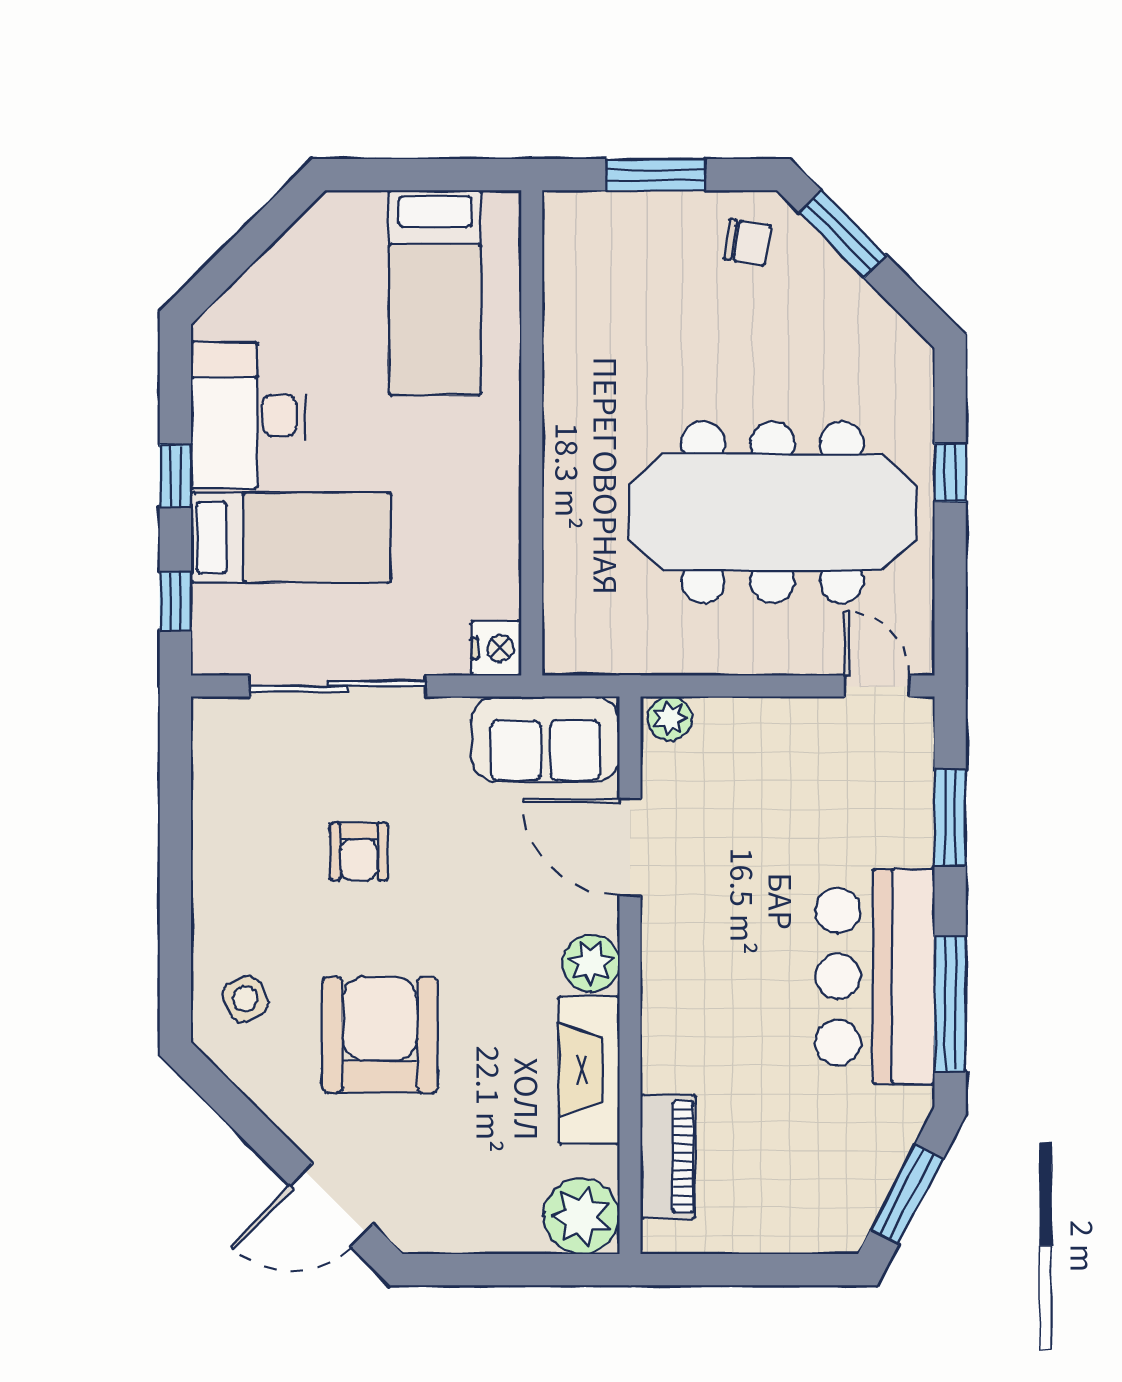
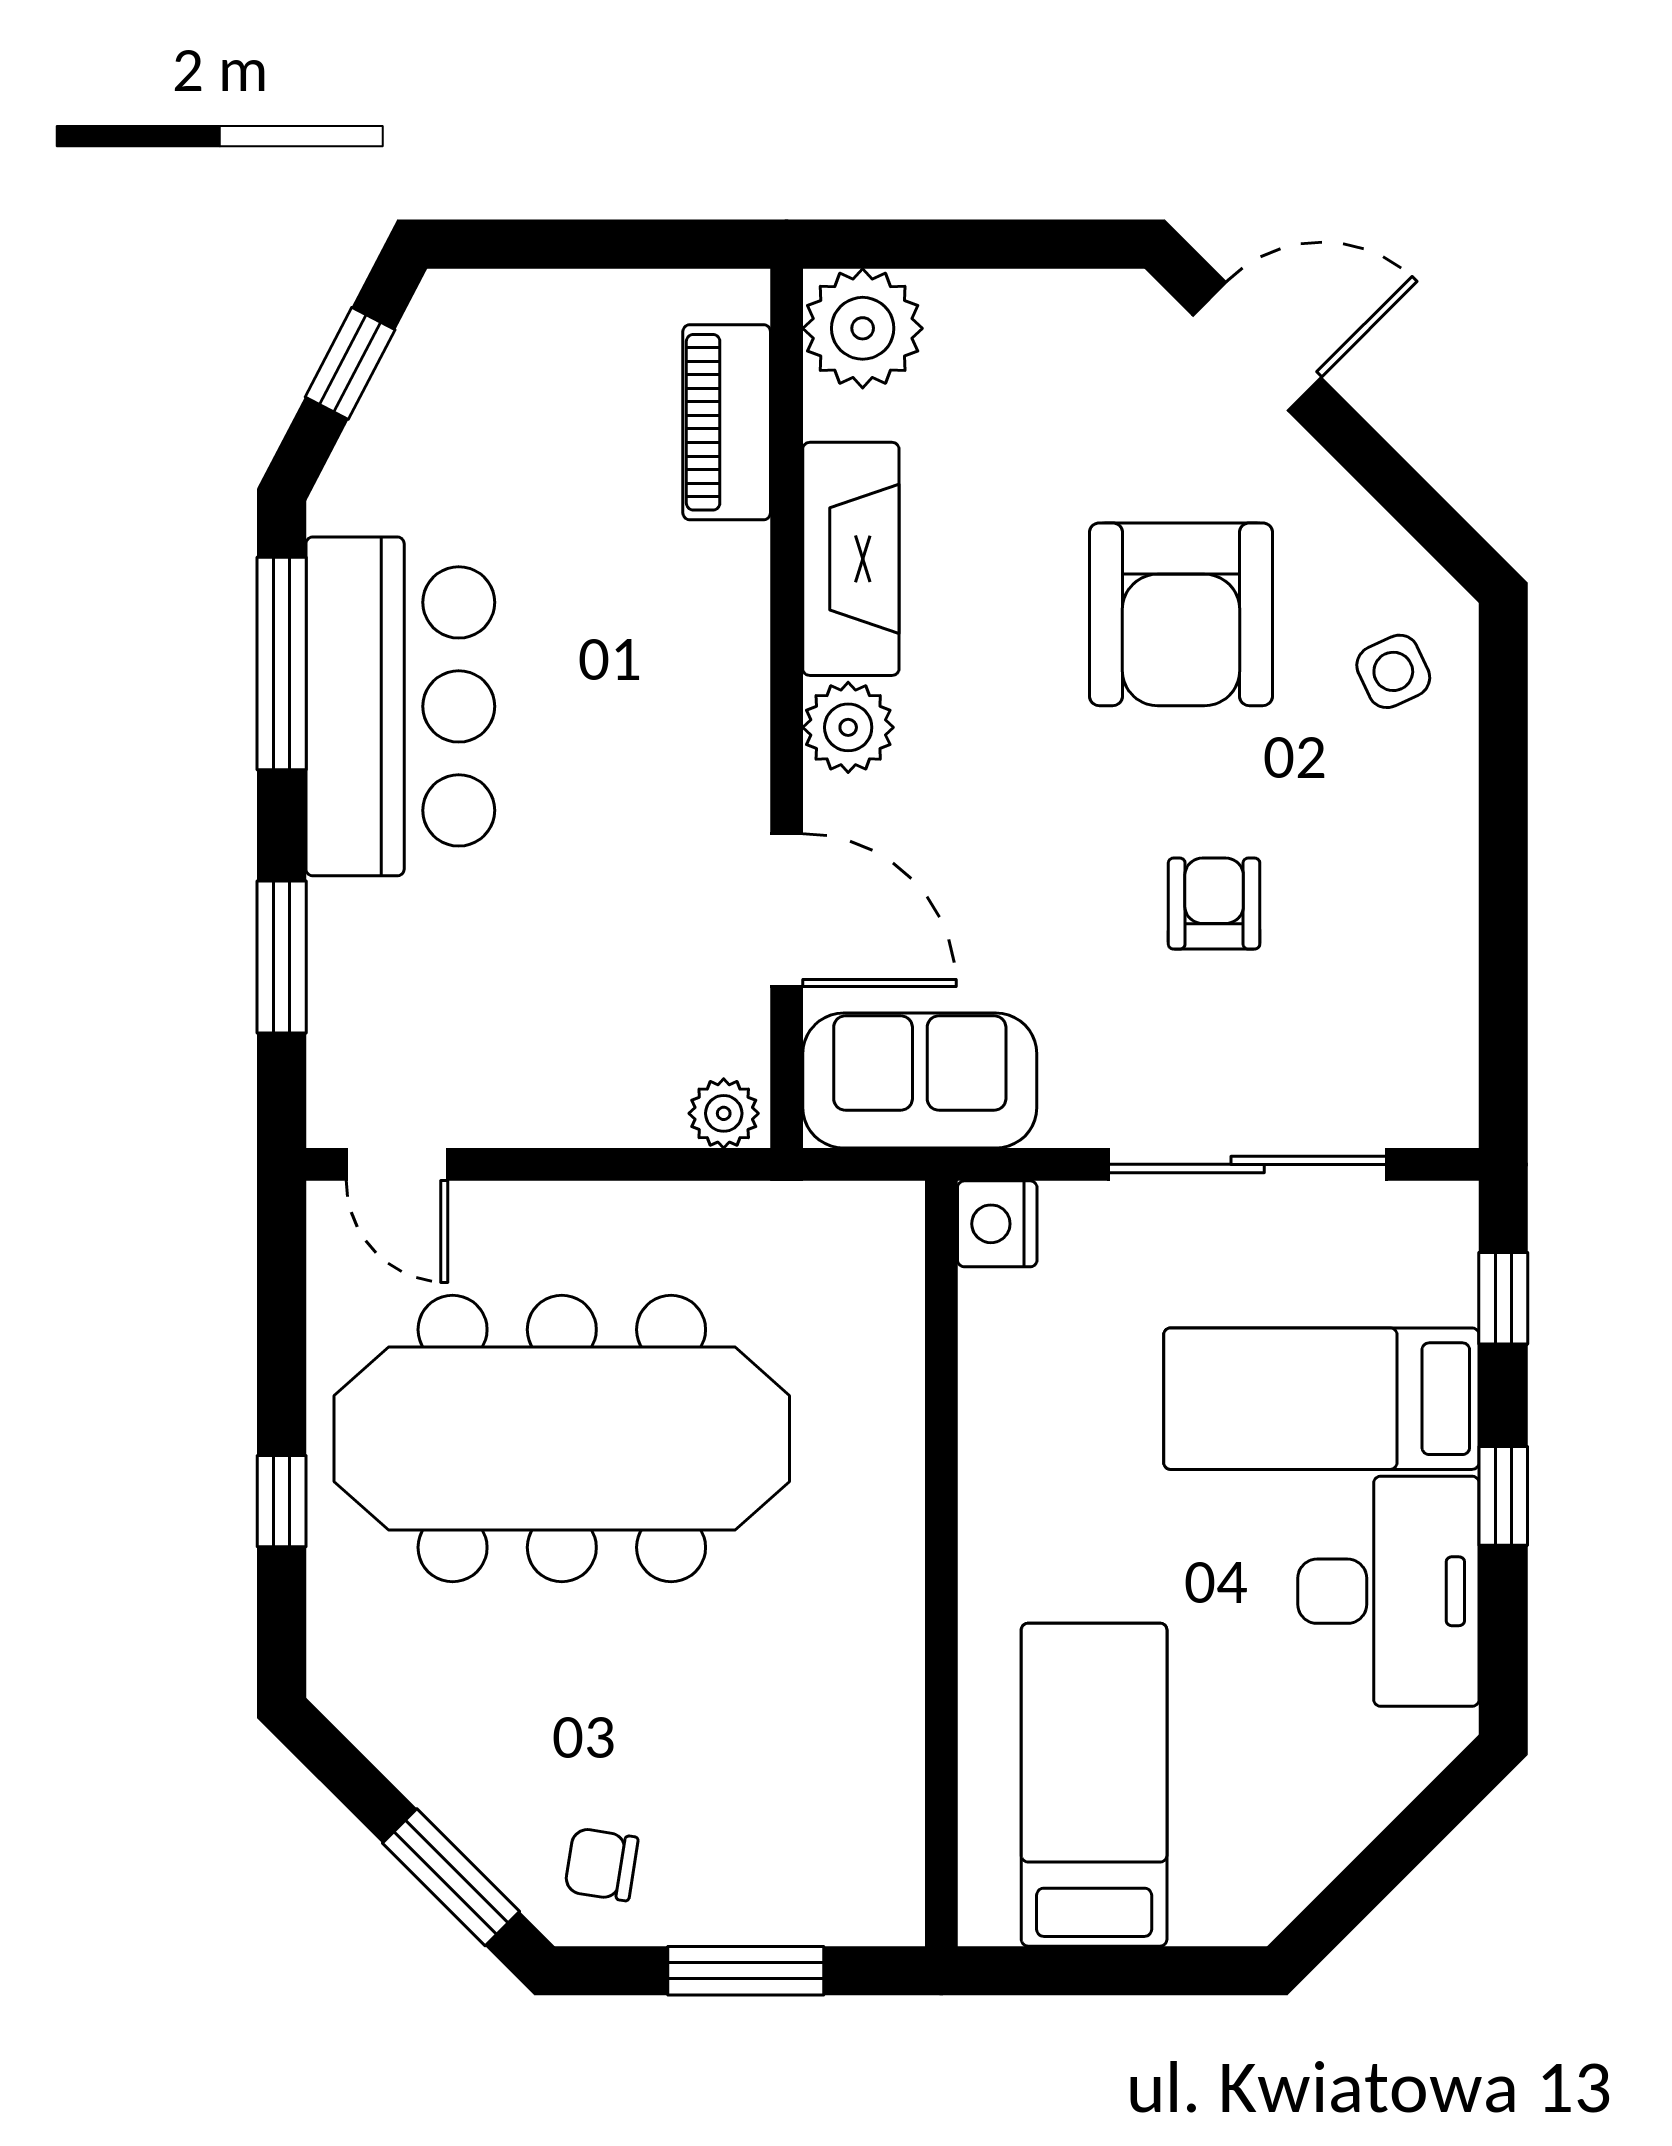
window: (907, 1194) -> (350, 363), width x0.67

